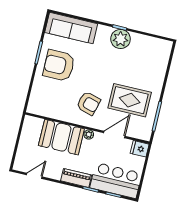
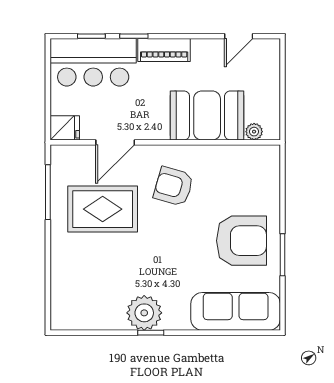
plant: (89, 135) -> (254, 132), moved

